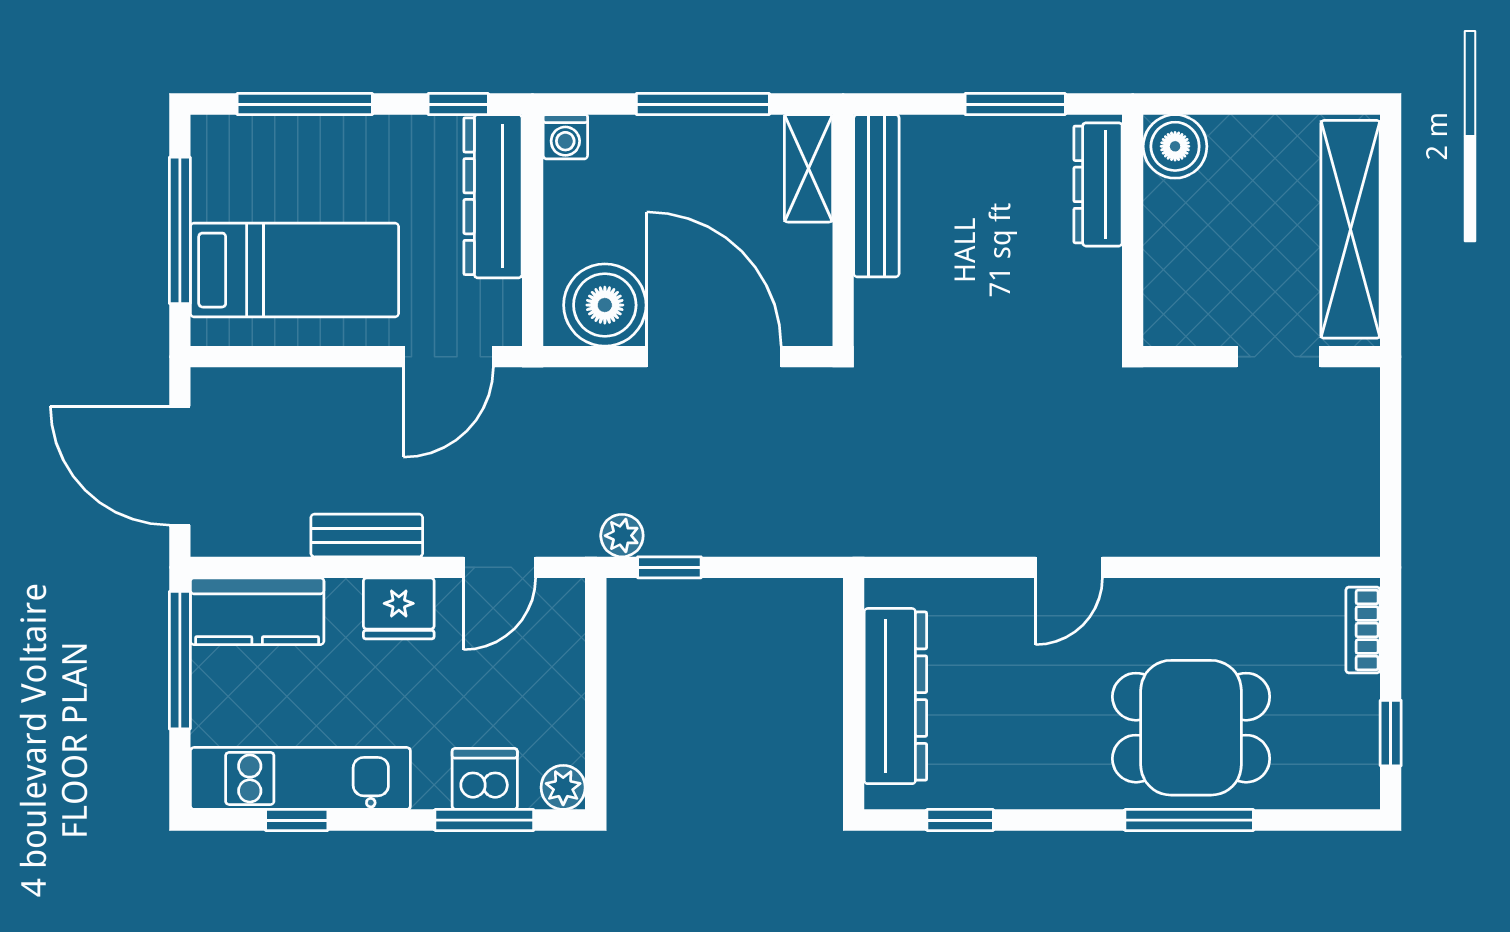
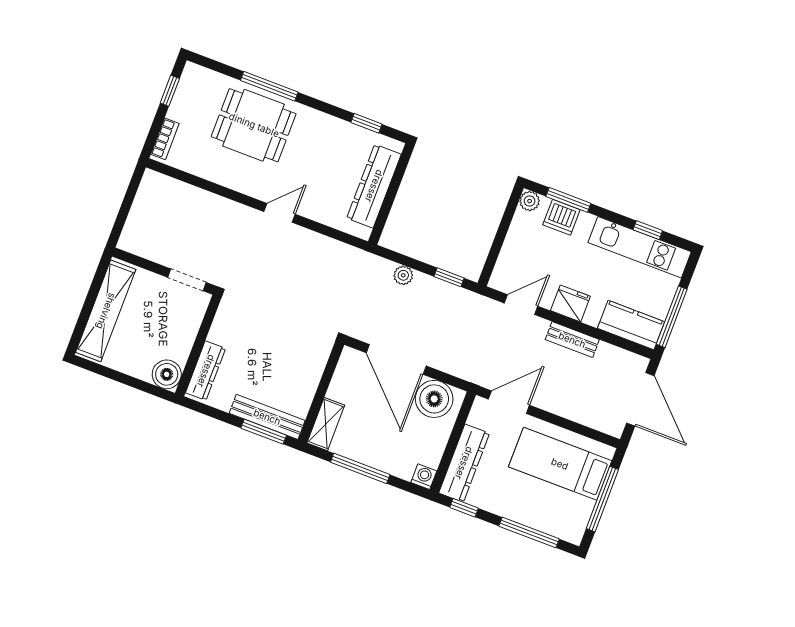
window: (1015, 104) -> (264, 432), moved
bench: (876, 196) -> (267, 417), moved, turned 90
doorway: (1279, 357) -> (187, 280), moved
plant: (622, 536) -> (403, 275), moved

